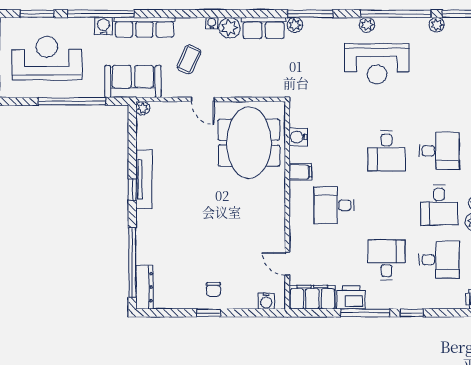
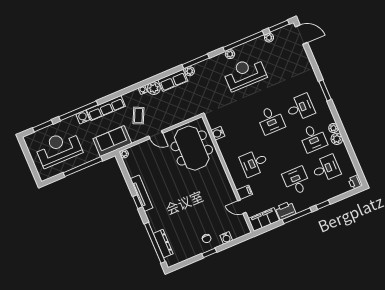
reception desk: (377, 64) -> (245, 74), turned 180
filing cabinet: (300, 172) -> (244, 192), moved
dresser: (144, 287) -> (163, 244), moved
water cooler: (266, 301) -> (226, 238), moved

